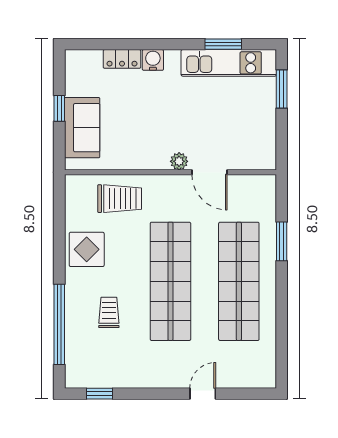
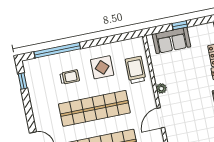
plant: (179, 161) -> (161, 88), moved
trolley: (120, 199) -> (136, 70), turned 180
display table: (87, 249) -> (102, 67), moved

